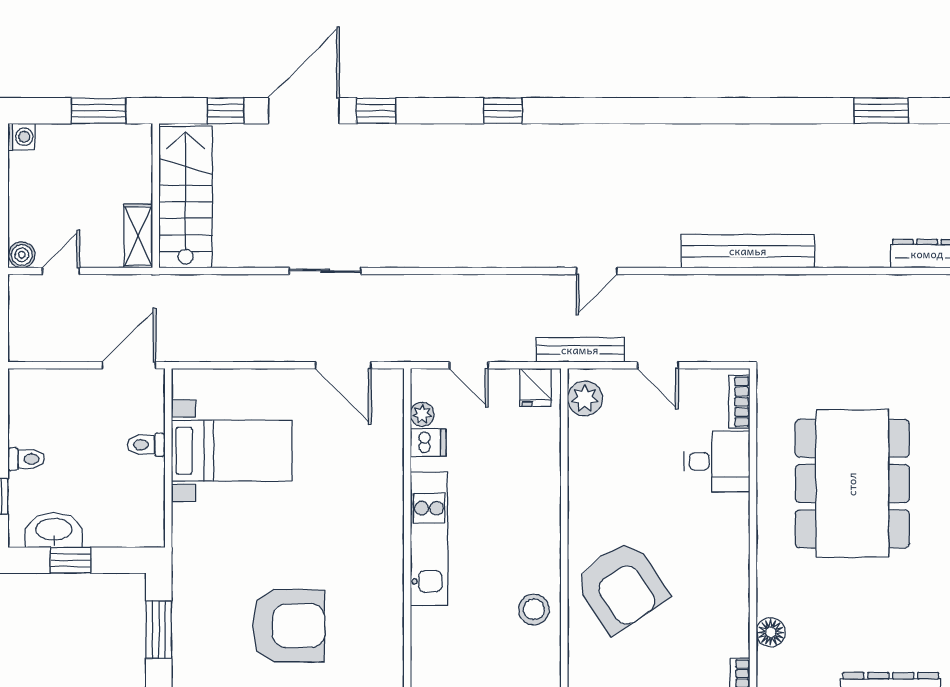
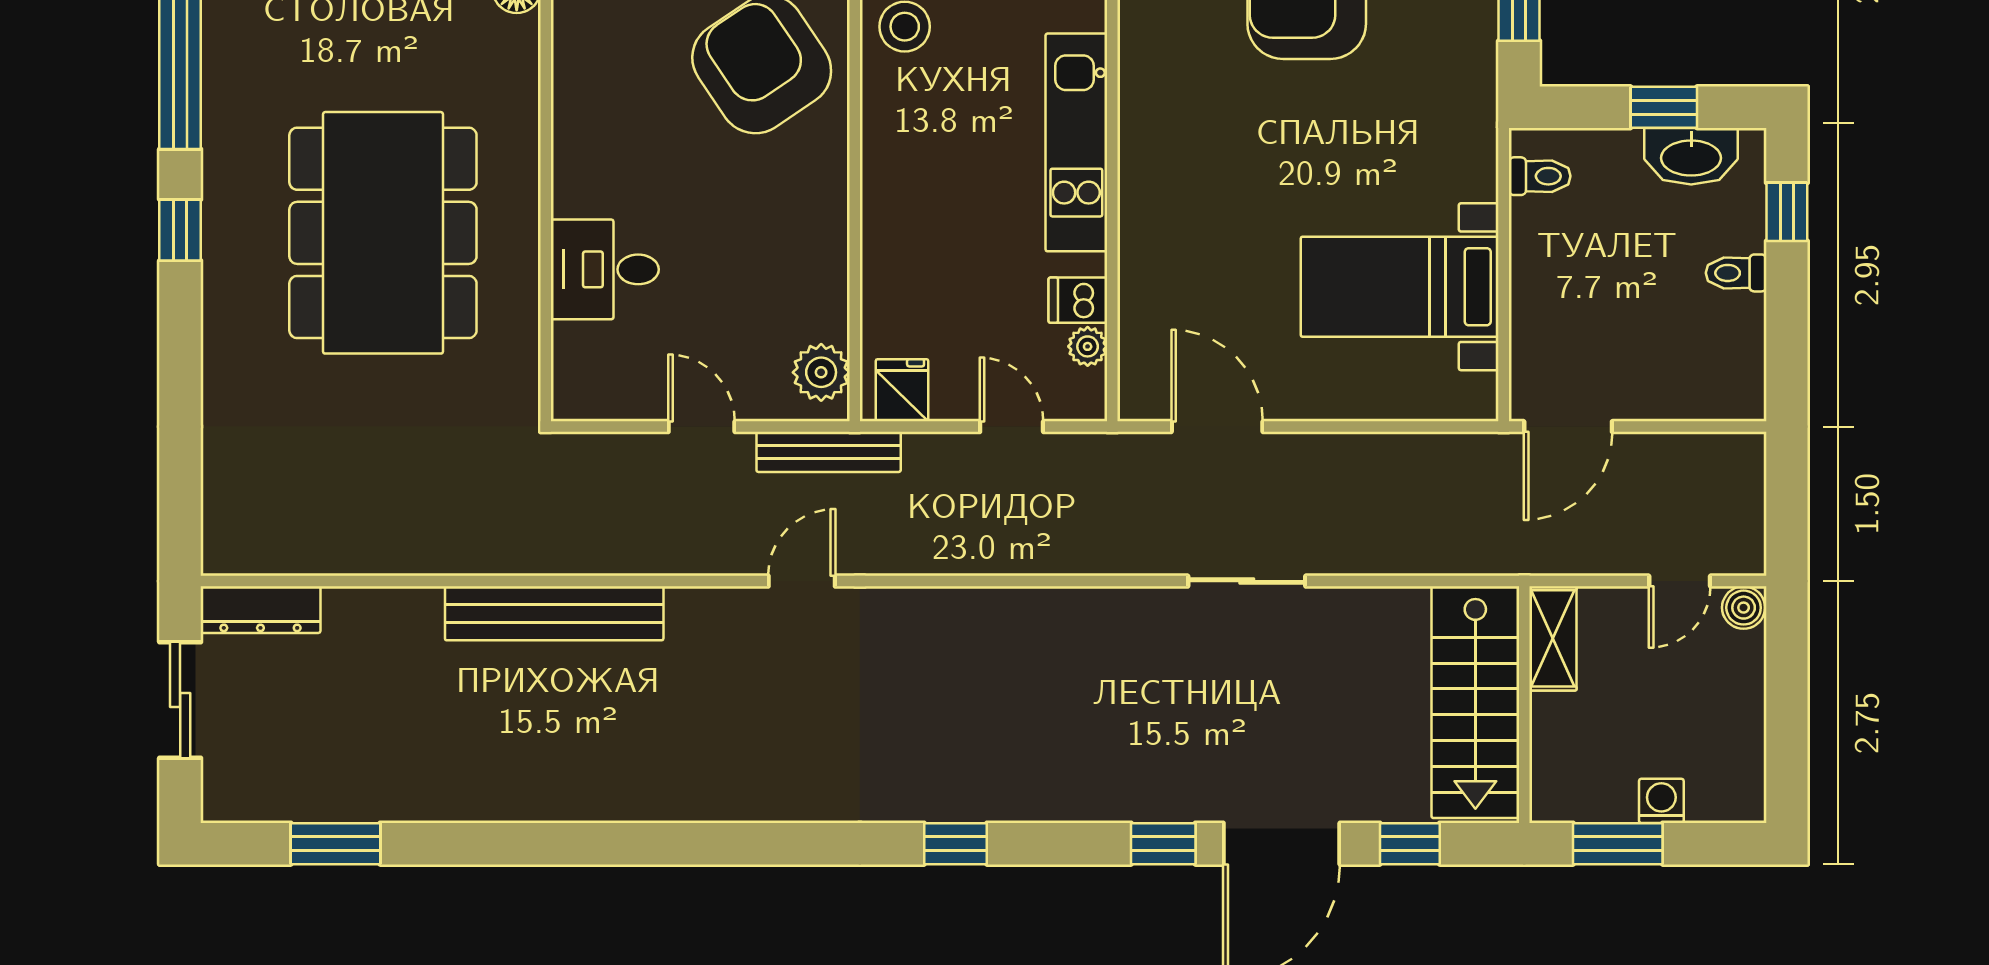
washing machine: (21, 137) -> (1661, 801), moved, turned 90
bookcase: (739, 402) -> (568, 367), removed
toilet: (146, 445) -> (1540, 176), moved

